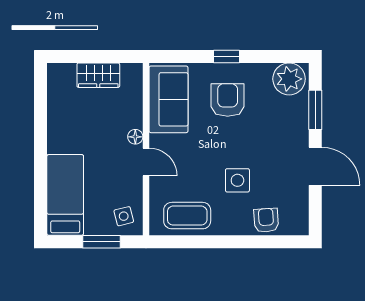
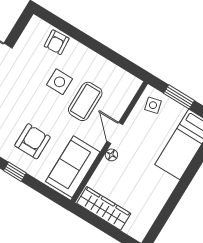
wardrobe: (98, 75) -> (104, 208), width x1.50
armchair: (228, 100) -> (32, 141), turned 180
coffee table: (187, 216) -> (85, 101), moved, turned 90

